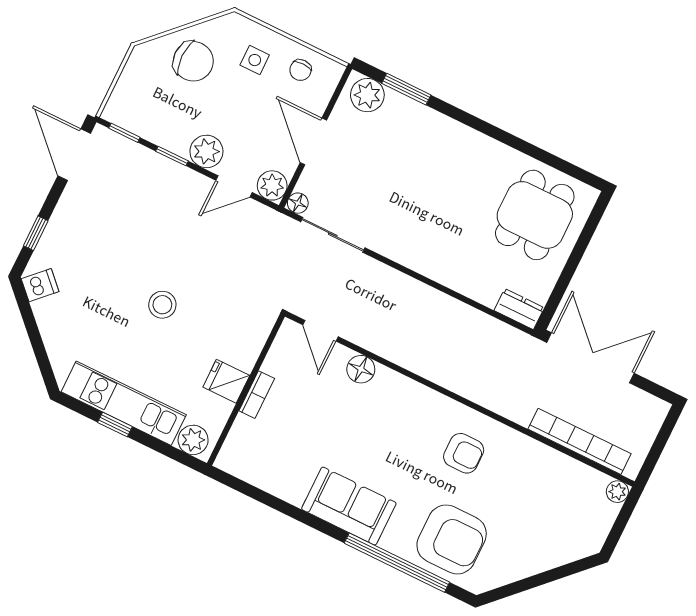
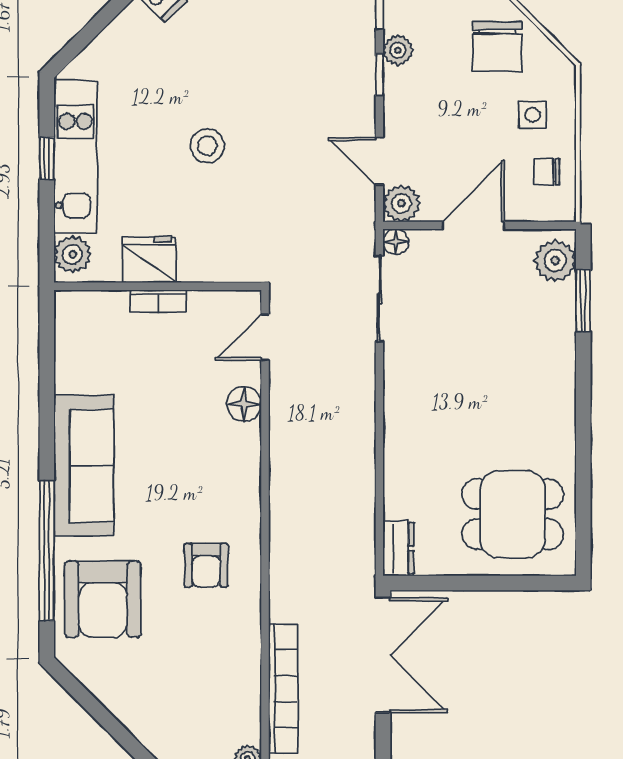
plant: (206, 151) -> (398, 50), moved, width x0.73, depth x0.73
fridge: (226, 381) -> (149, 260), width x1.38
sofa: (349, 506) -> (84, 466), width x1.36

